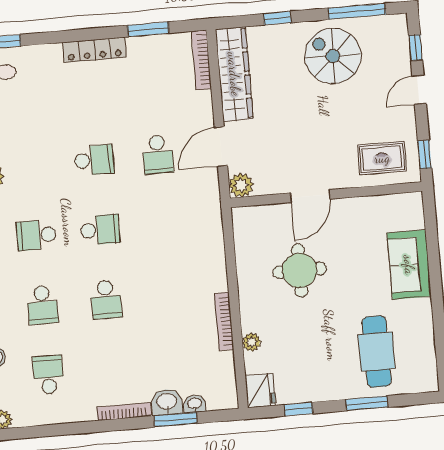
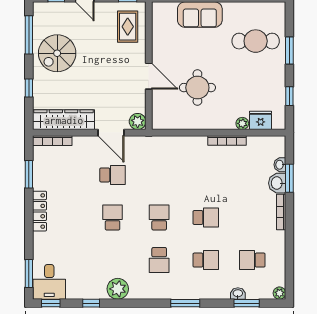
fridge: (260, 391) -> (261, 120), moved

